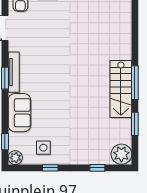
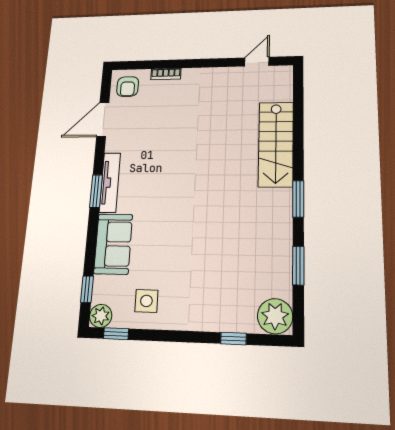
window: (135, 83) -> (298, 199), width x0.69
stairs: (121, 89) -> (276, 144), moved
window: (50, 168) -> (116, 334), moved

